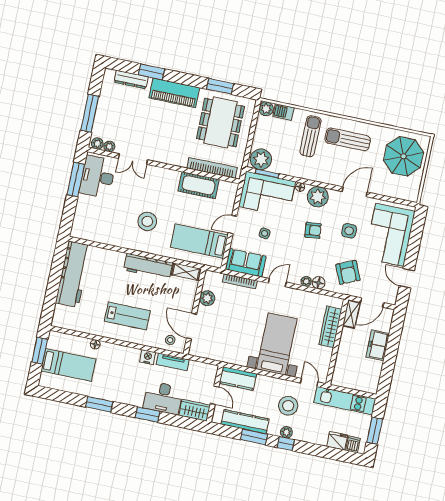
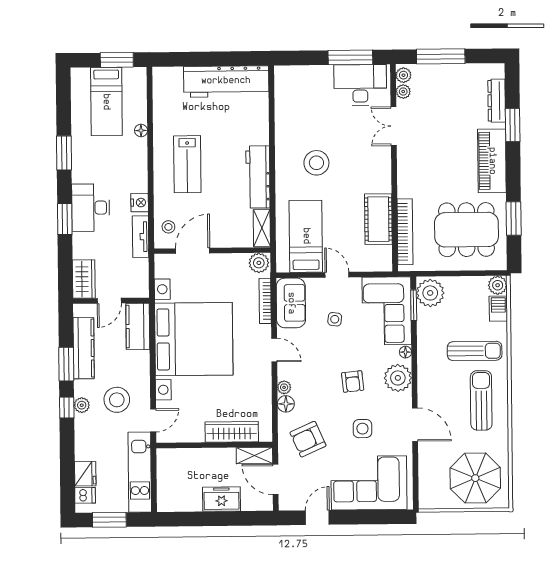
plant: (207, 298) -> (259, 263), moved
bed with nightstands: (277, 344) -> (194, 339), width x1.85
desk: (163, 398) -> (91, 208), moved

